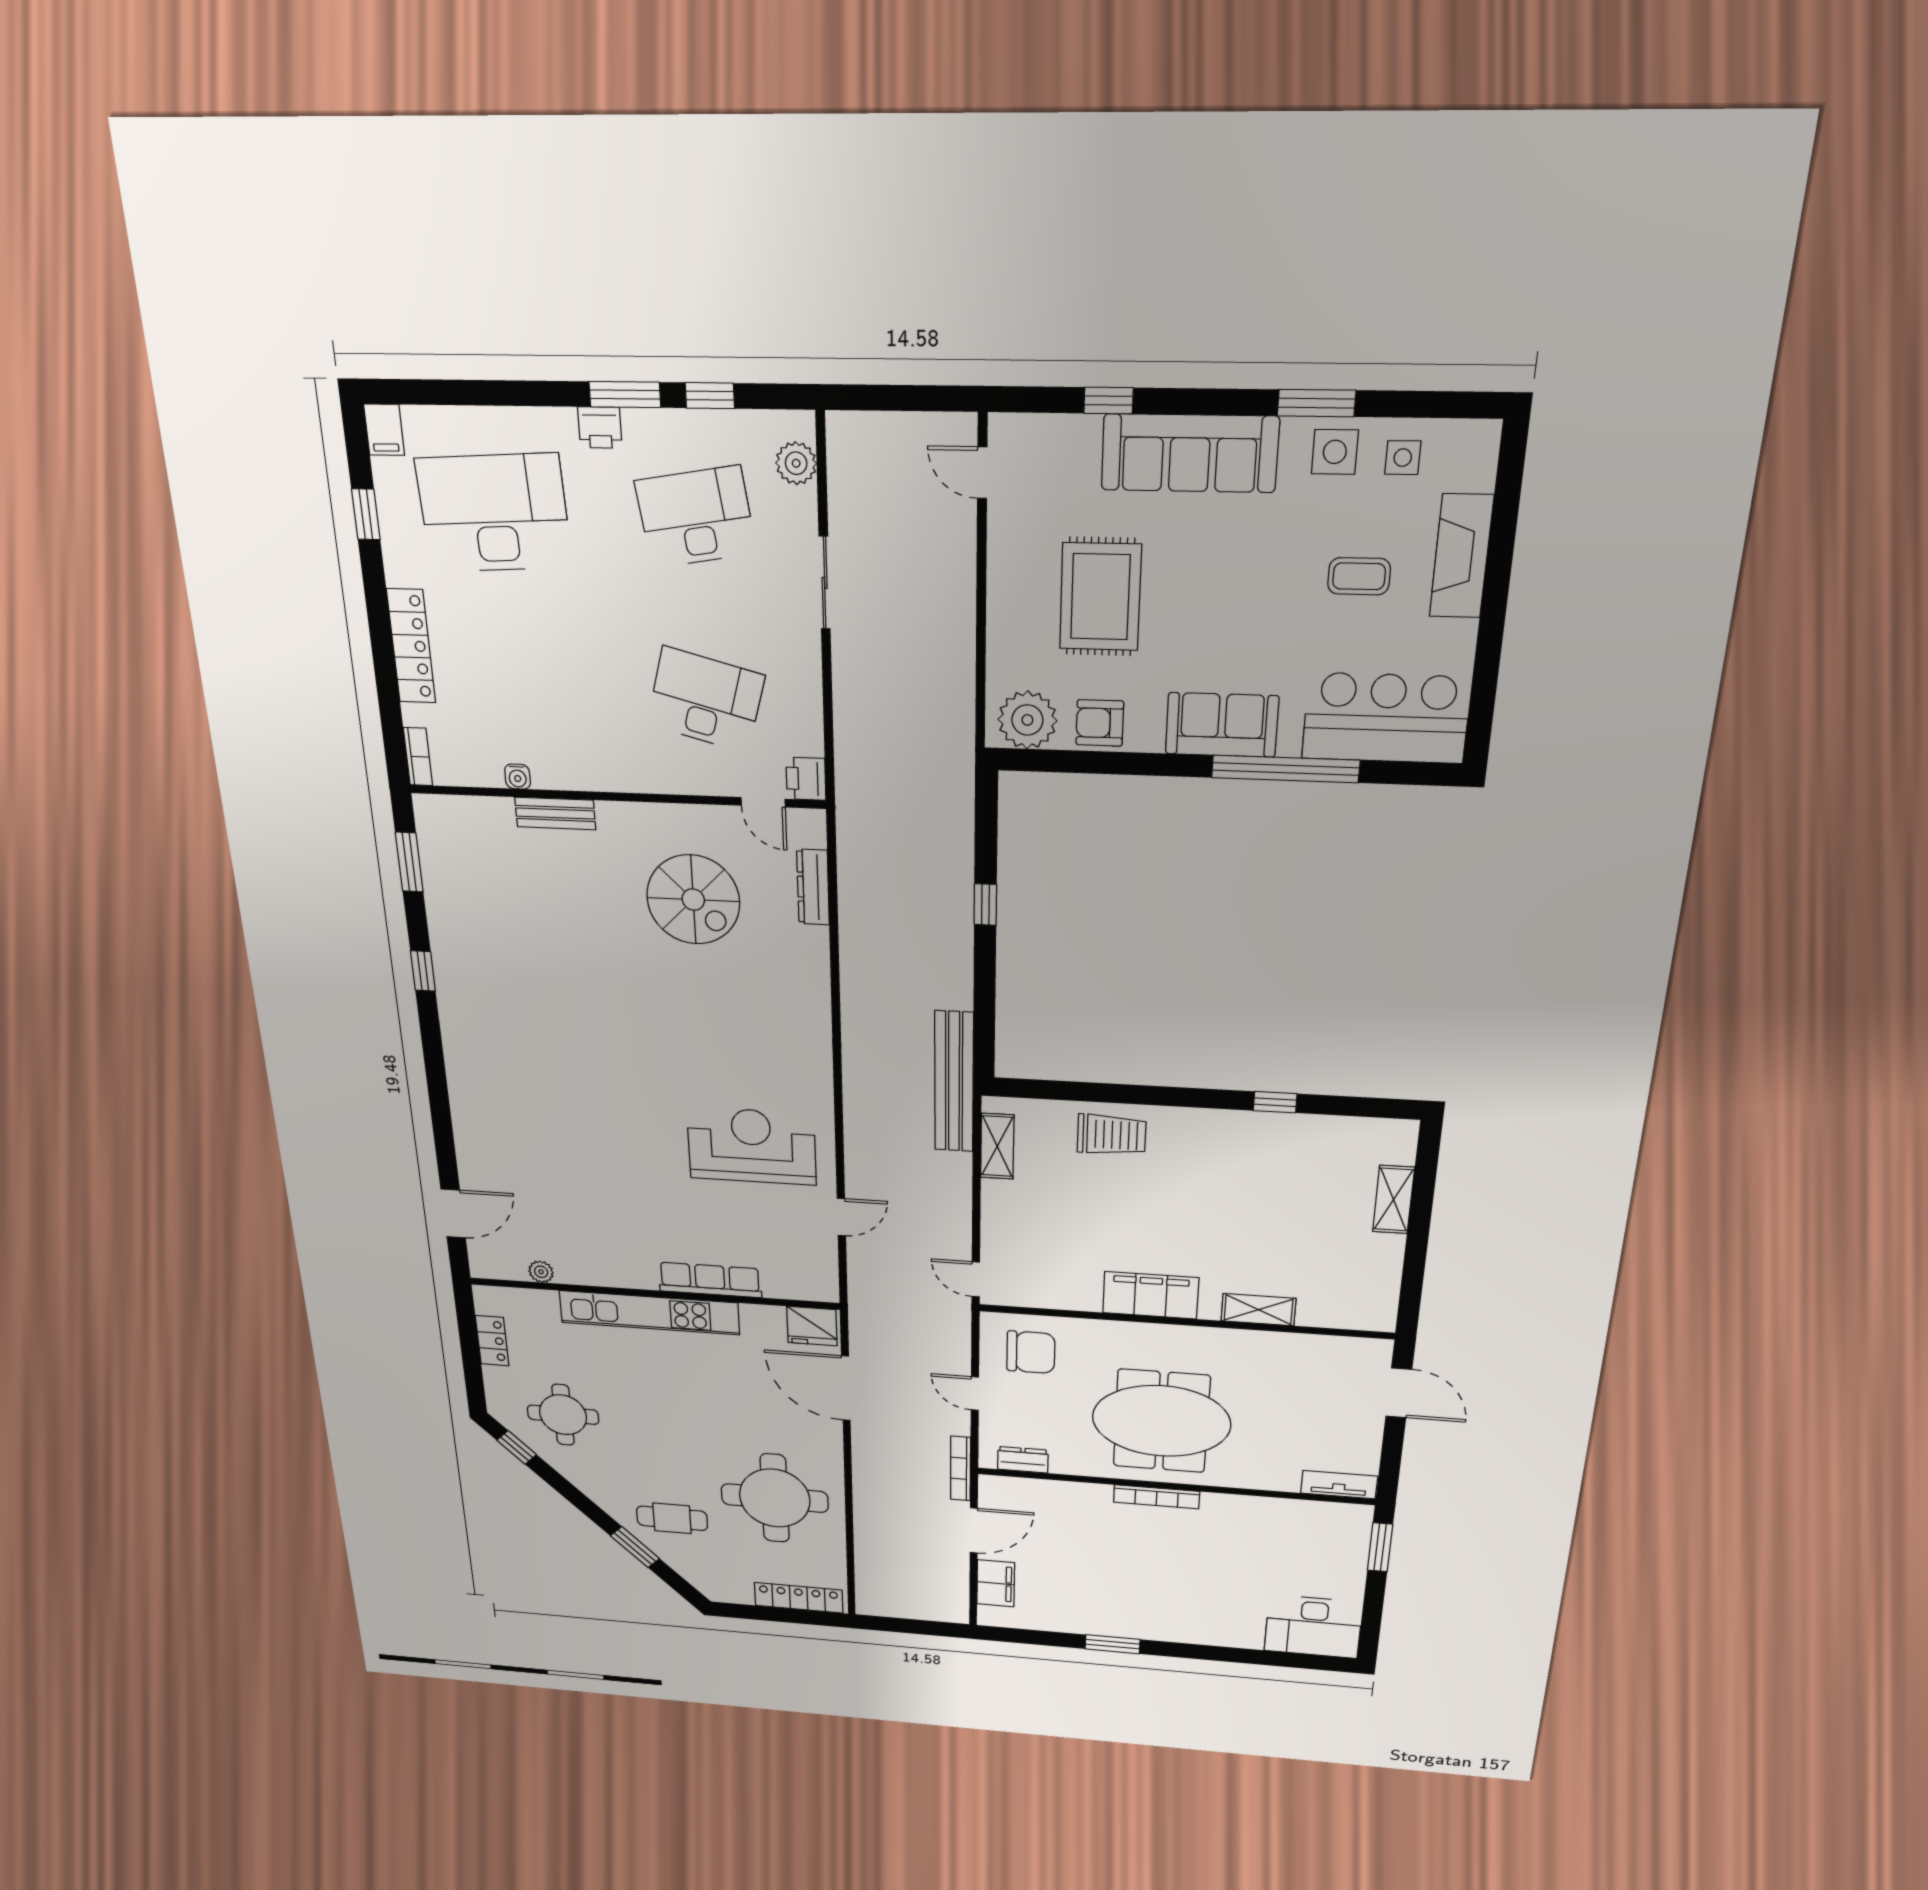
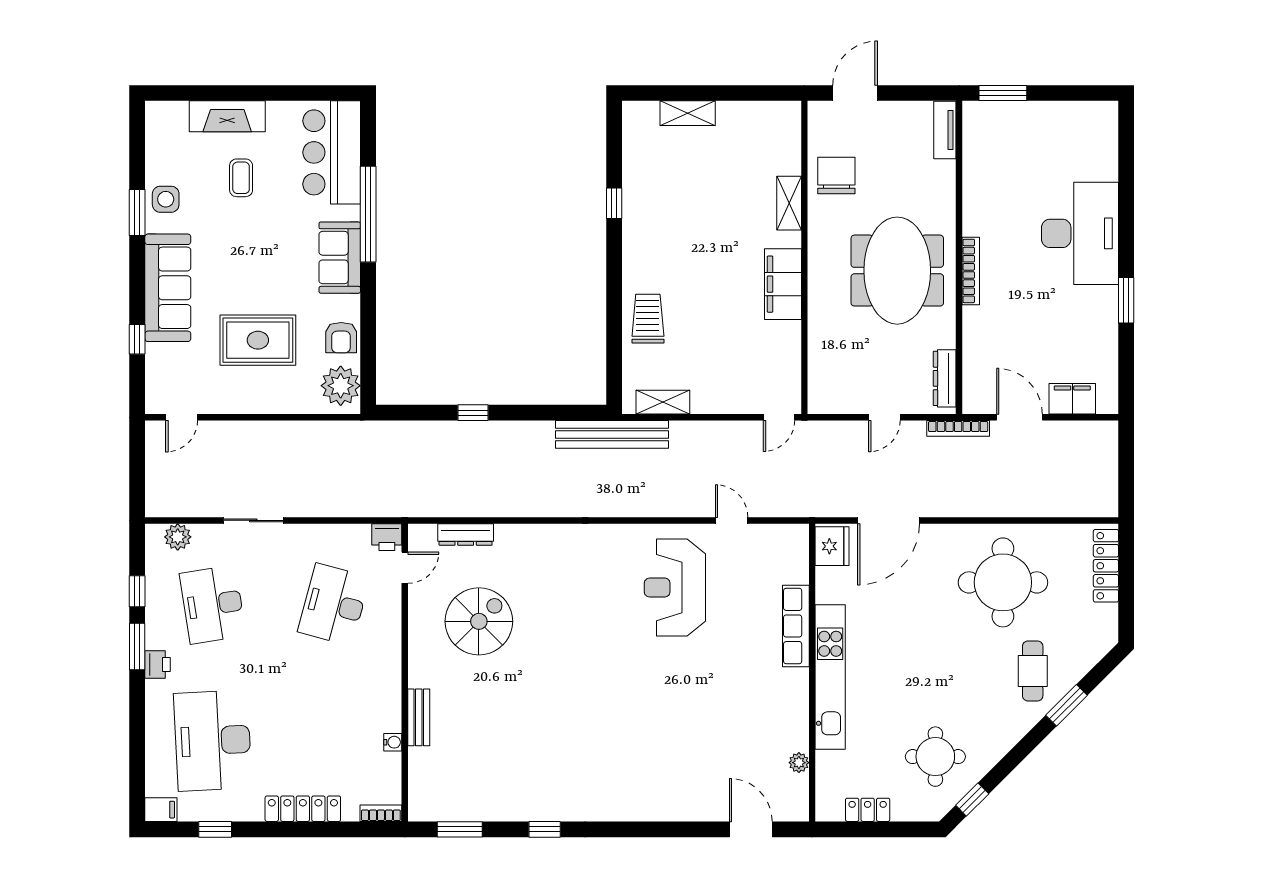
side table: (1403, 458) -> (168, 158), removed
chair: (1031, 1352) -> (836, 176), moved
dresser: (1023, 1460) -> (945, 378), width x1.44
desk: (1313, 1626) -> (1080, 233), moved, width x1.36, depth x1.30

